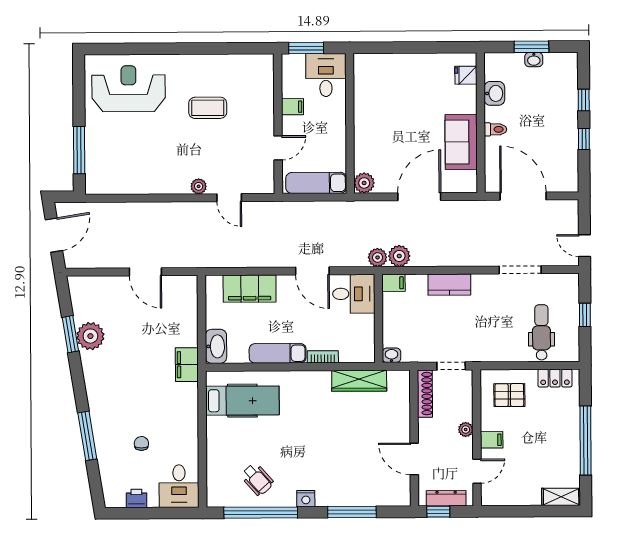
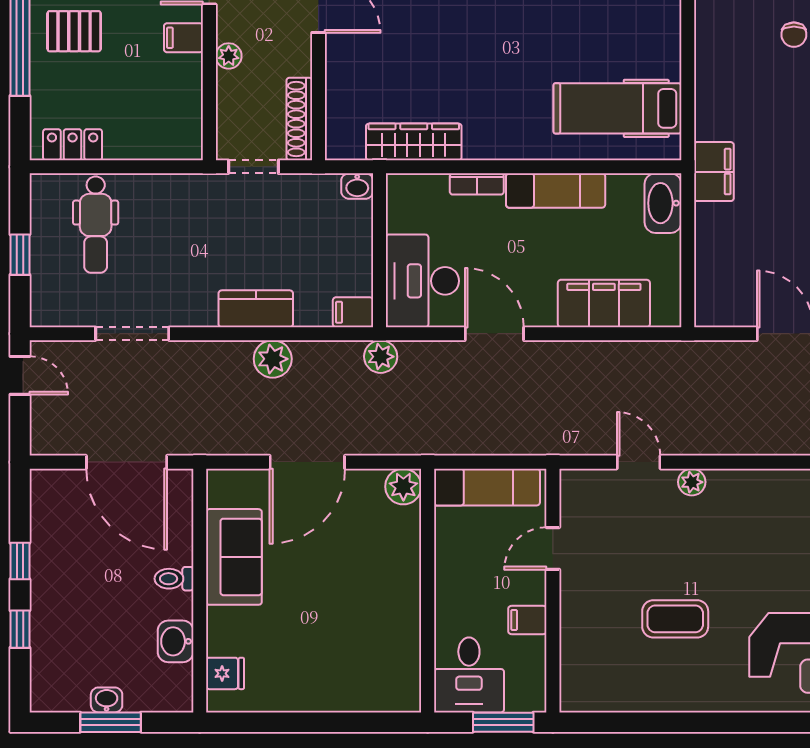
plant: (399, 256) -> (273, 359), moved
desk: (354, 294) -> (422, 281), width x1.37
pallet: (509, 395) -> (74, 31), moved

